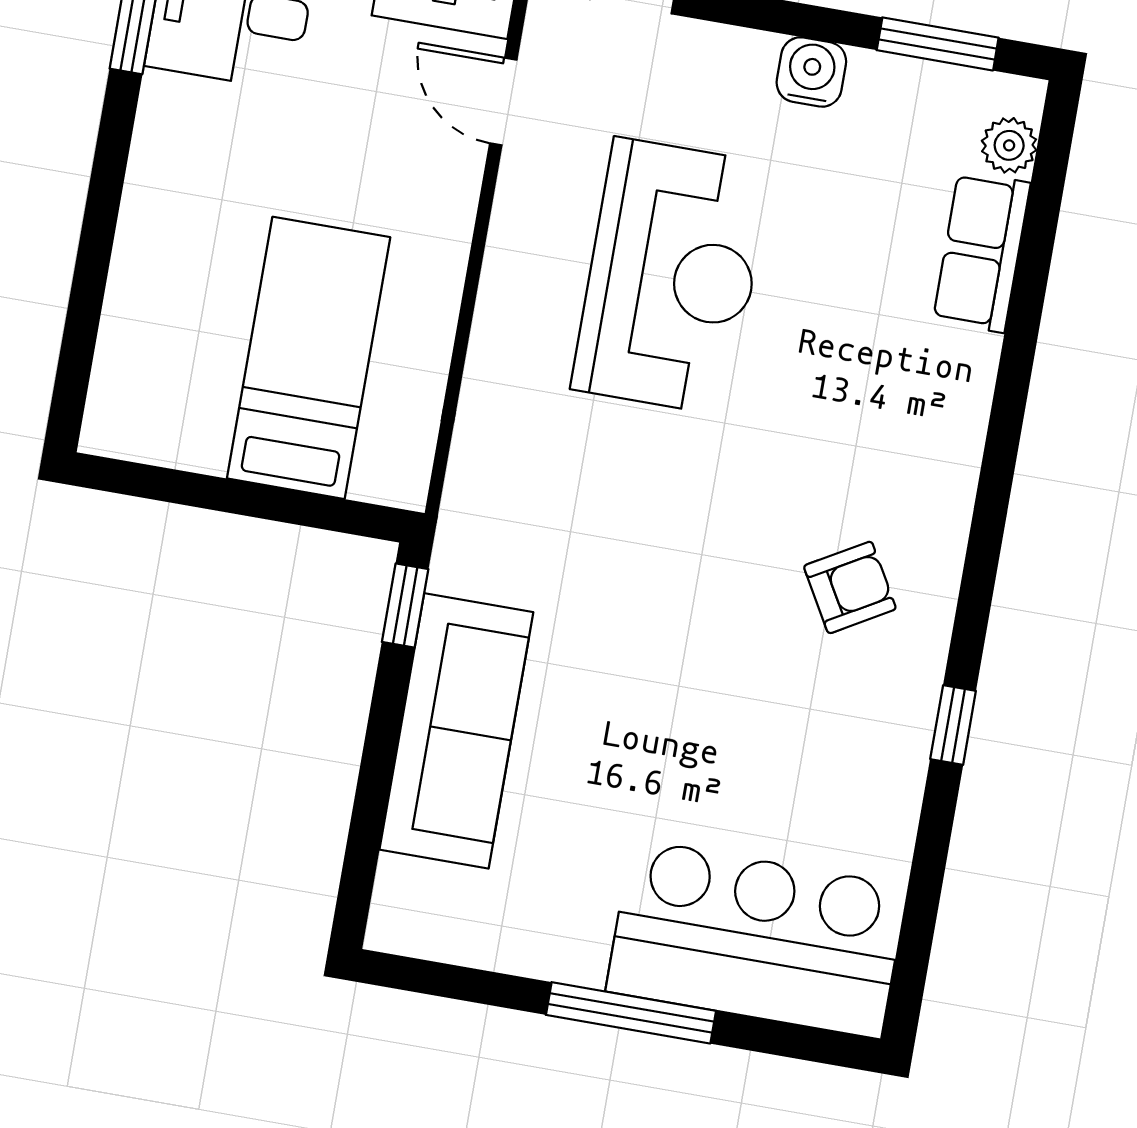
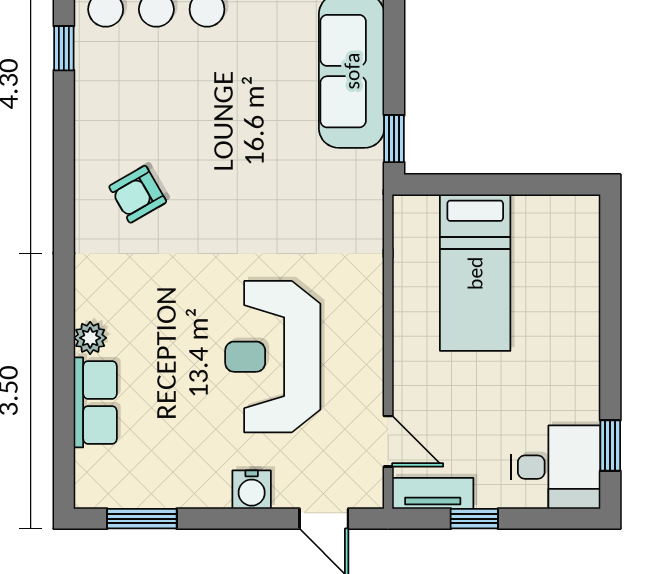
water cooler: (811, 72) -> (252, 490), moved
plant: (1009, 145) -> (90, 338), moved
window: (953, 725) -> (64, 48), moved

